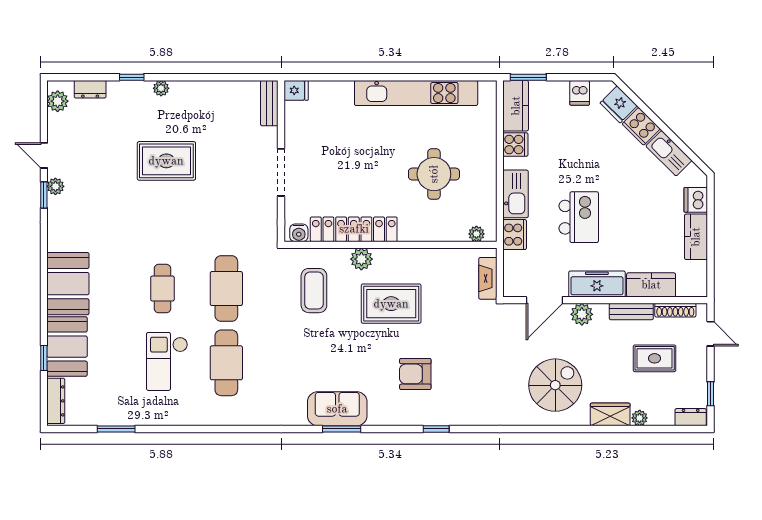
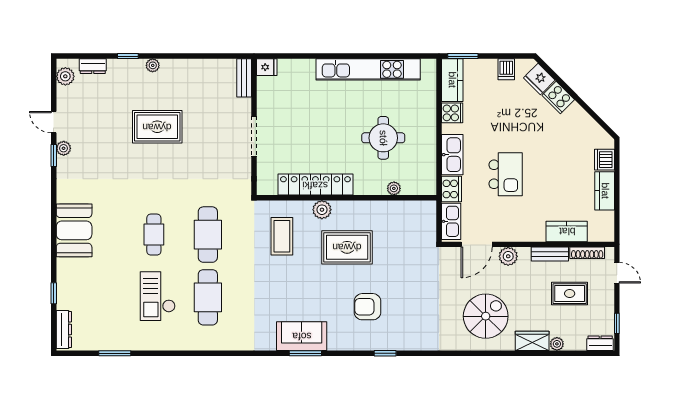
kitchen sink: (669, 153) -> (451, 221), moved, turned -135
water cooler: (299, 233) -> (269, 188), removed
plant: (476, 234) -> (394, 188), moved
fireplace: (488, 278) -> (429, 226), removed
freezer: (597, 284) -> (521, 231), removed
booth: (67, 347) -> (73, 284), removed

